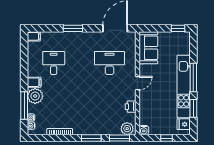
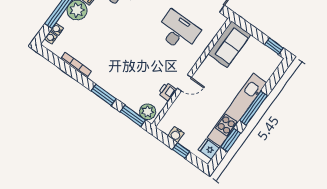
door: (137, 83) -> (184, 83), moved
water cooler: (144, 130) -> (176, 135), moved

